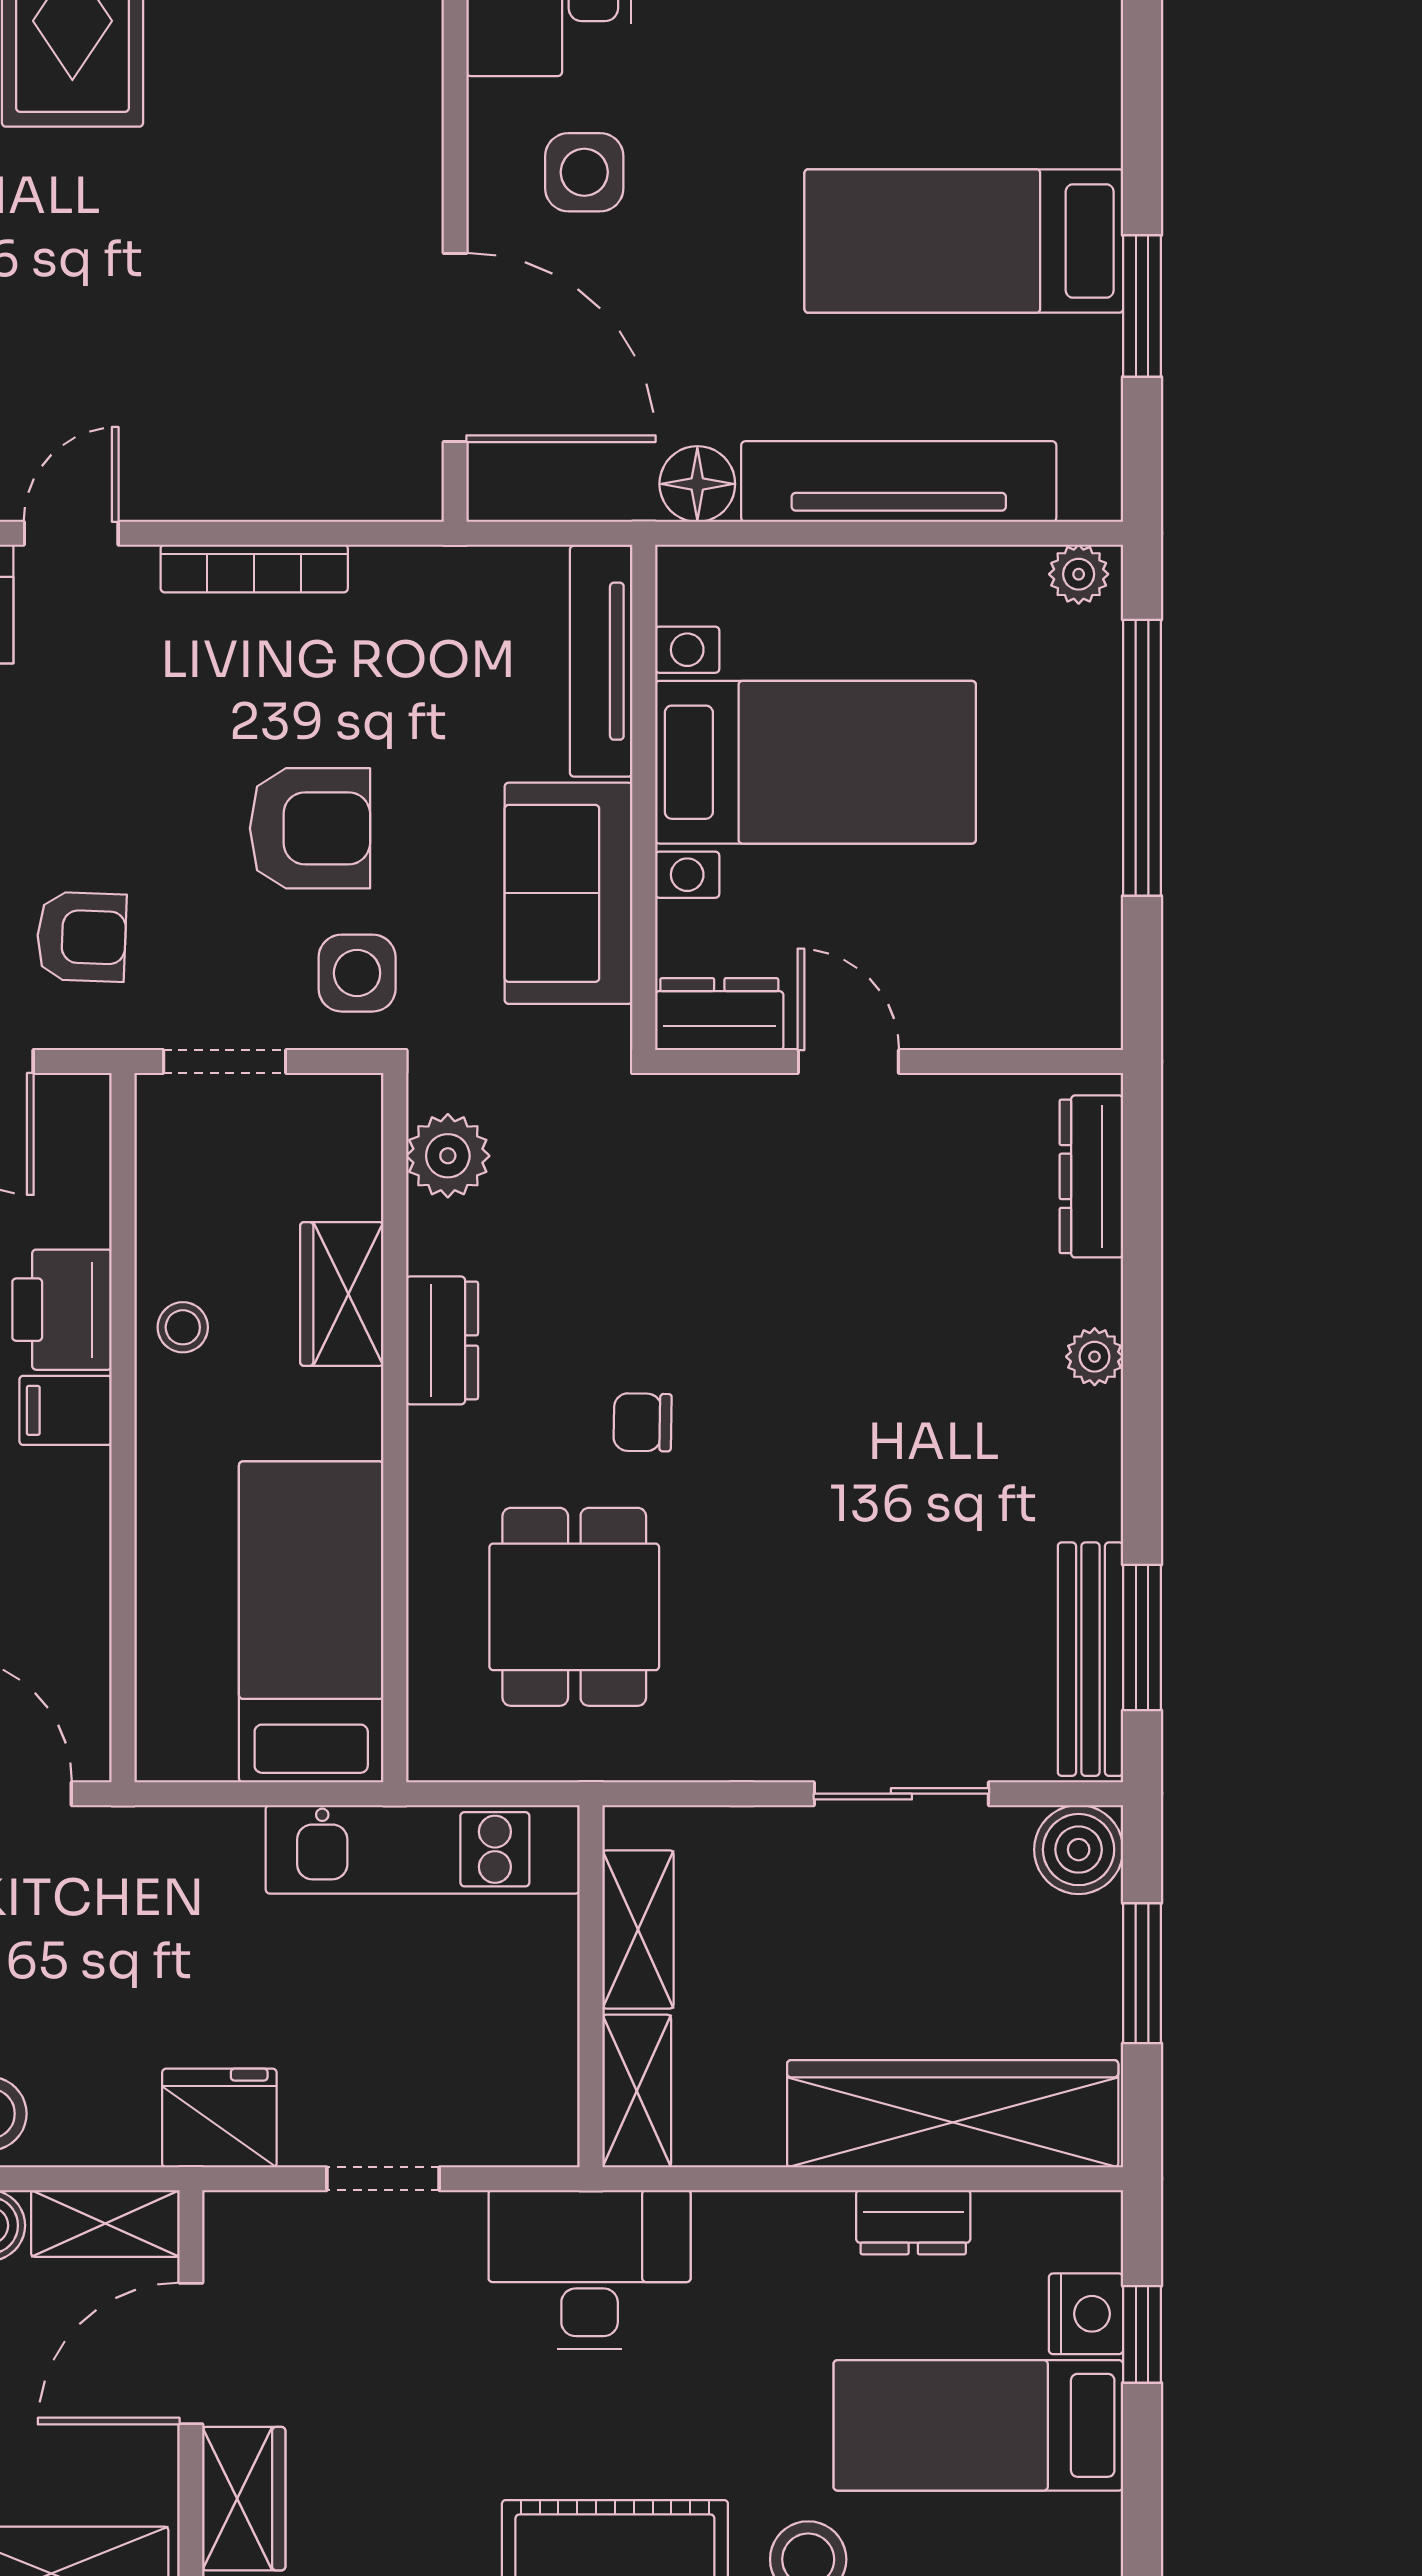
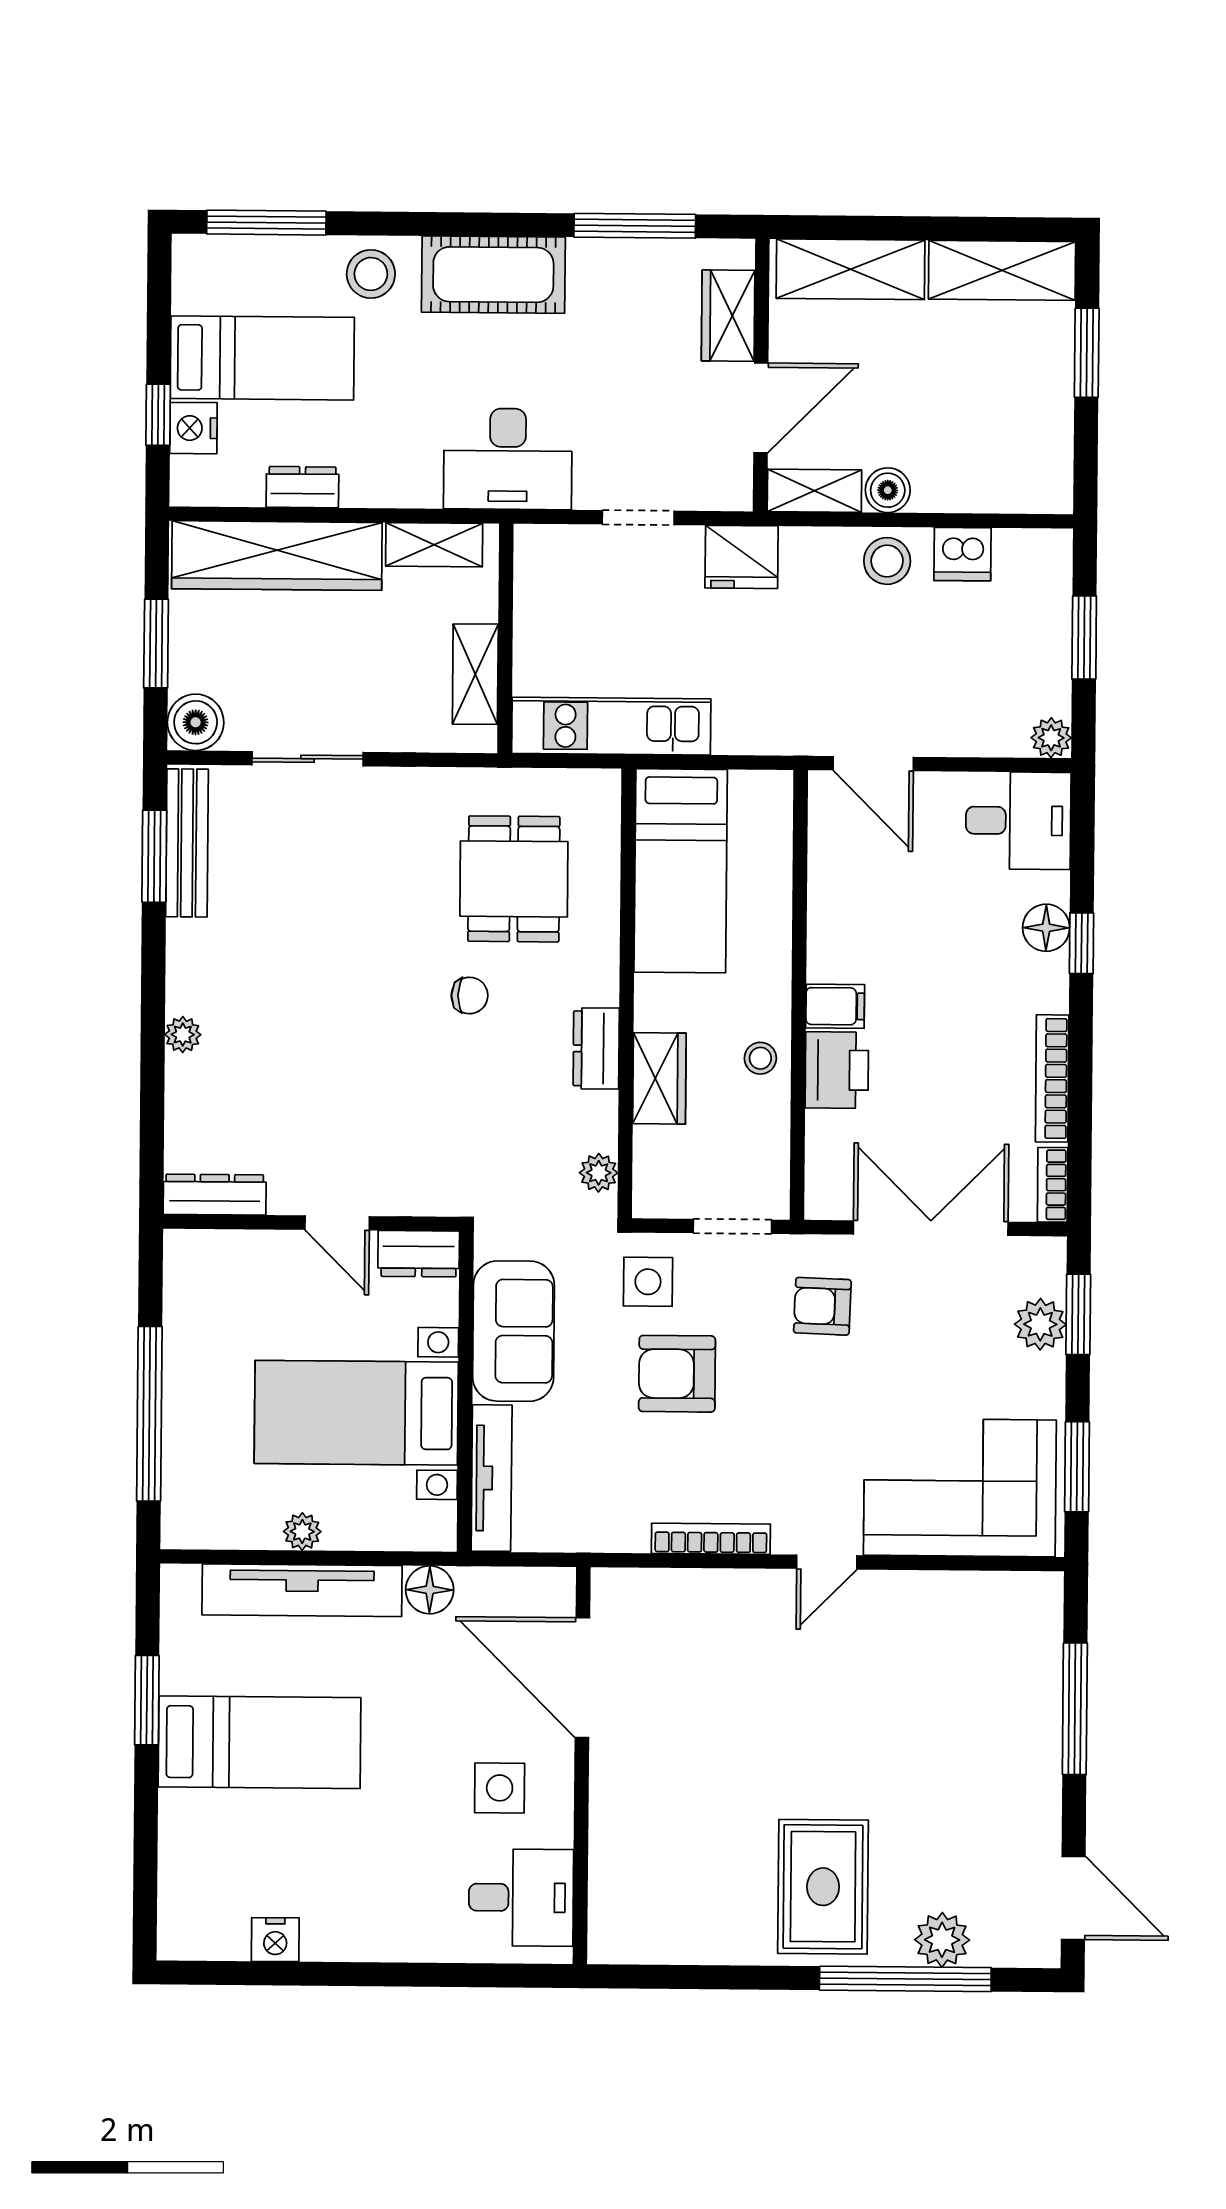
plant: (1079, 574) -> (302, 1532), moved
plant: (448, 1156) -> (599, 1173), width x0.73, depth x0.73
dresser: (1091, 1176) -> (215, 1195), moved, turned -90
shelving: (637, 2091) -> (434, 545), moved, turned 90

